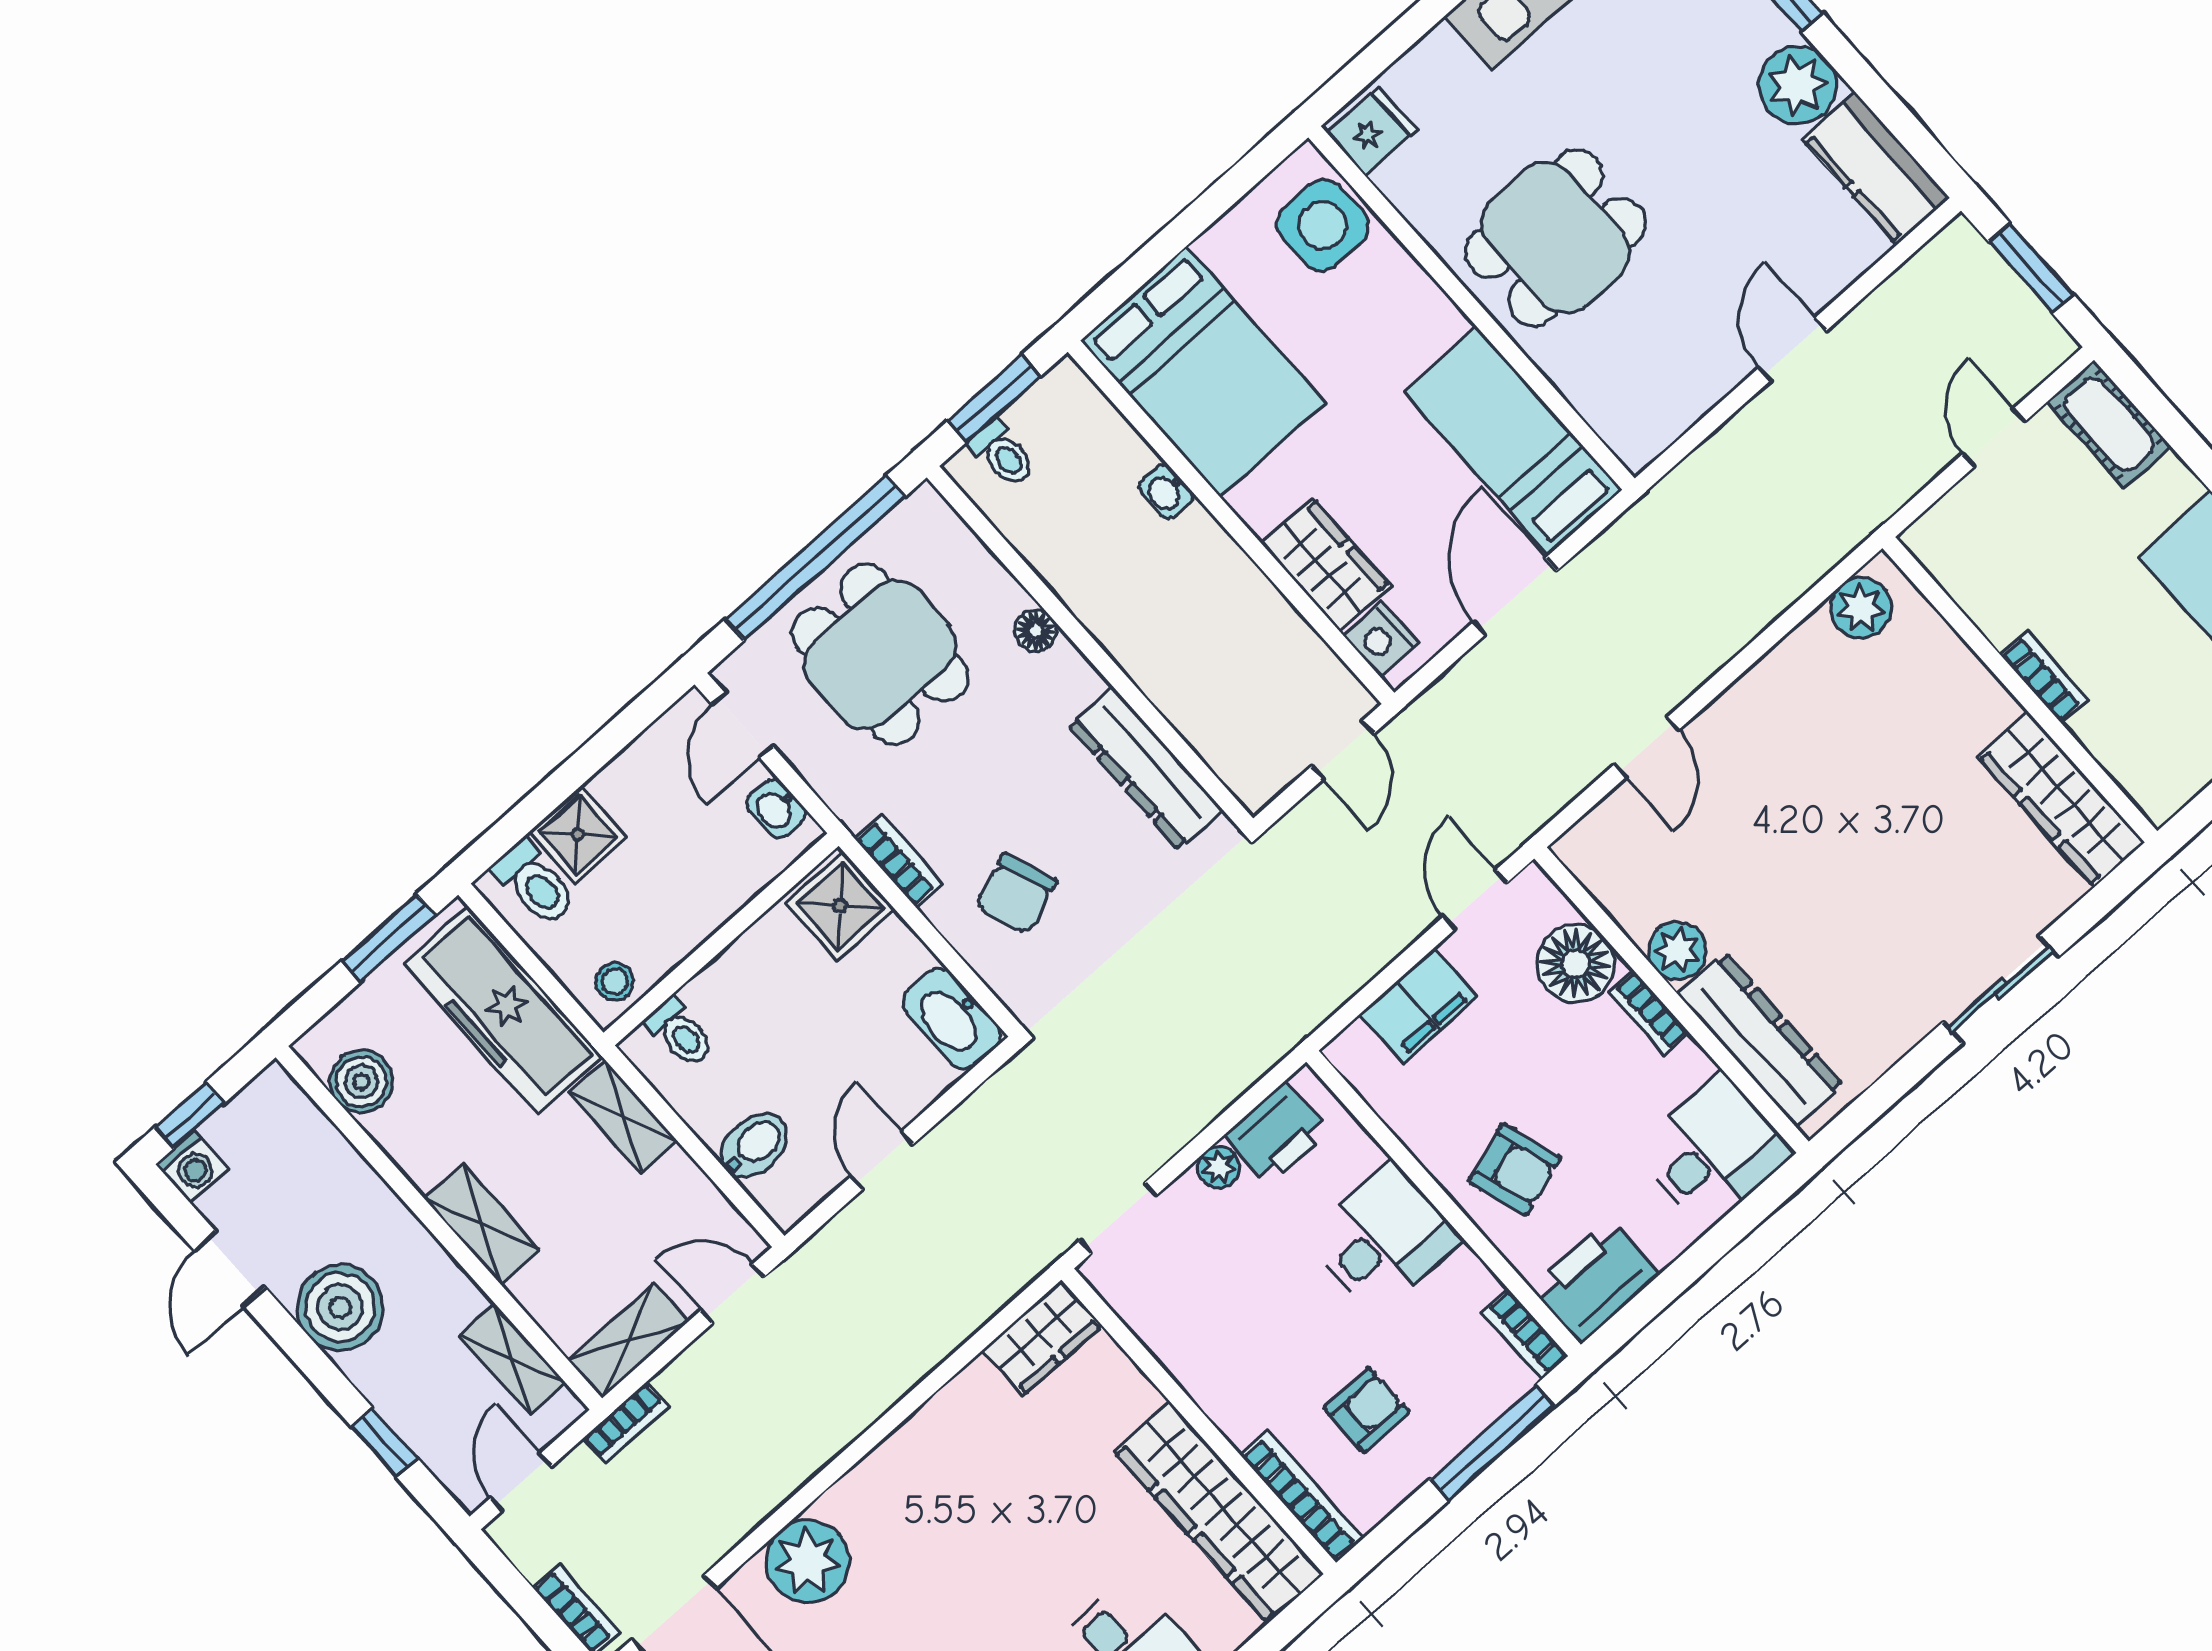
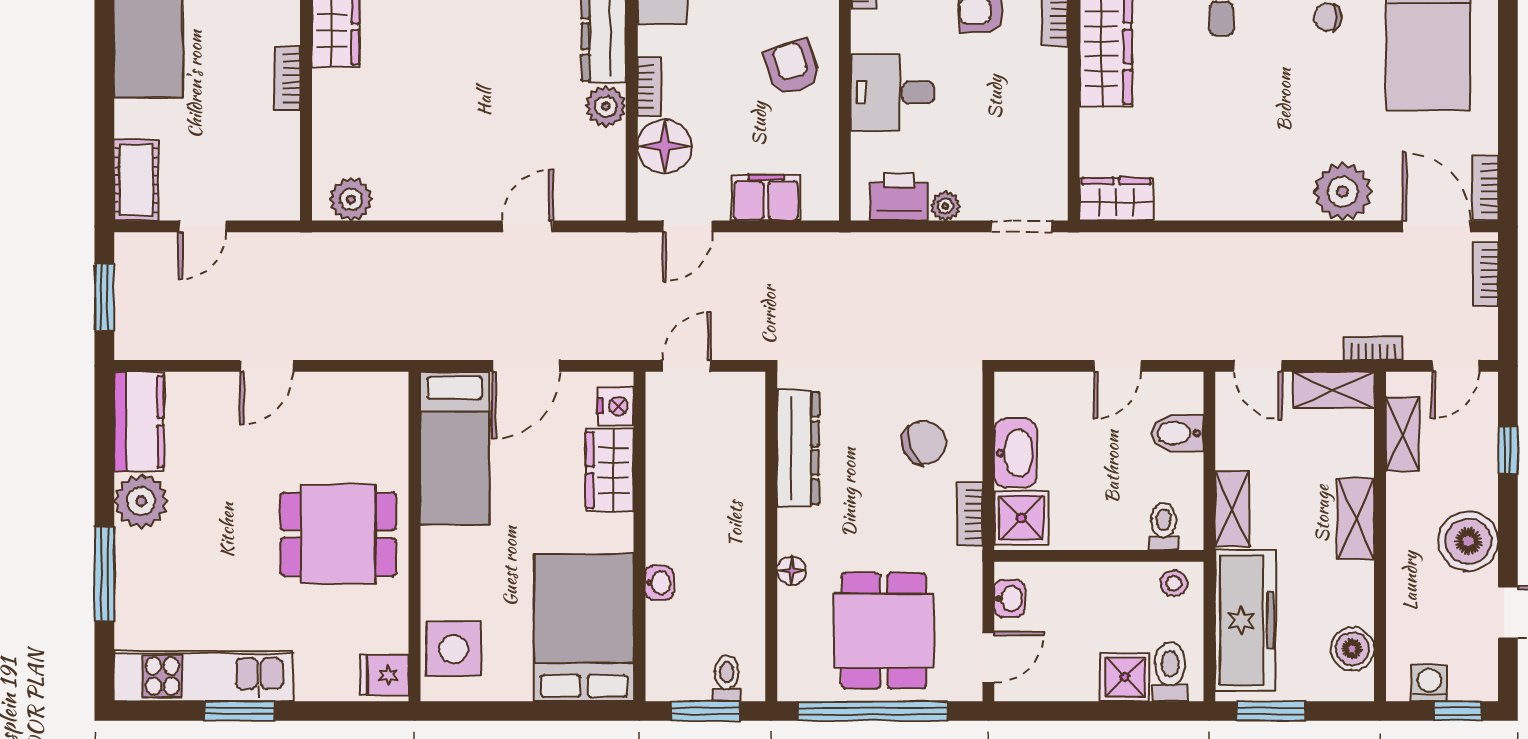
washbasin: (952, 1018) -> (1015, 453), moved
washing machine: (192, 1167) -> (1429, 683), moved

